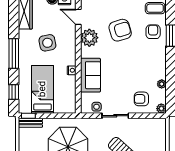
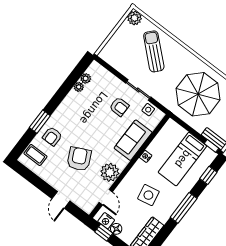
armchair: (120, 30) -> (79, 159), turned 81
armchair: (141, 99) -> (119, 107), moved
plant: (161, 109) -> (86, 78), moved

